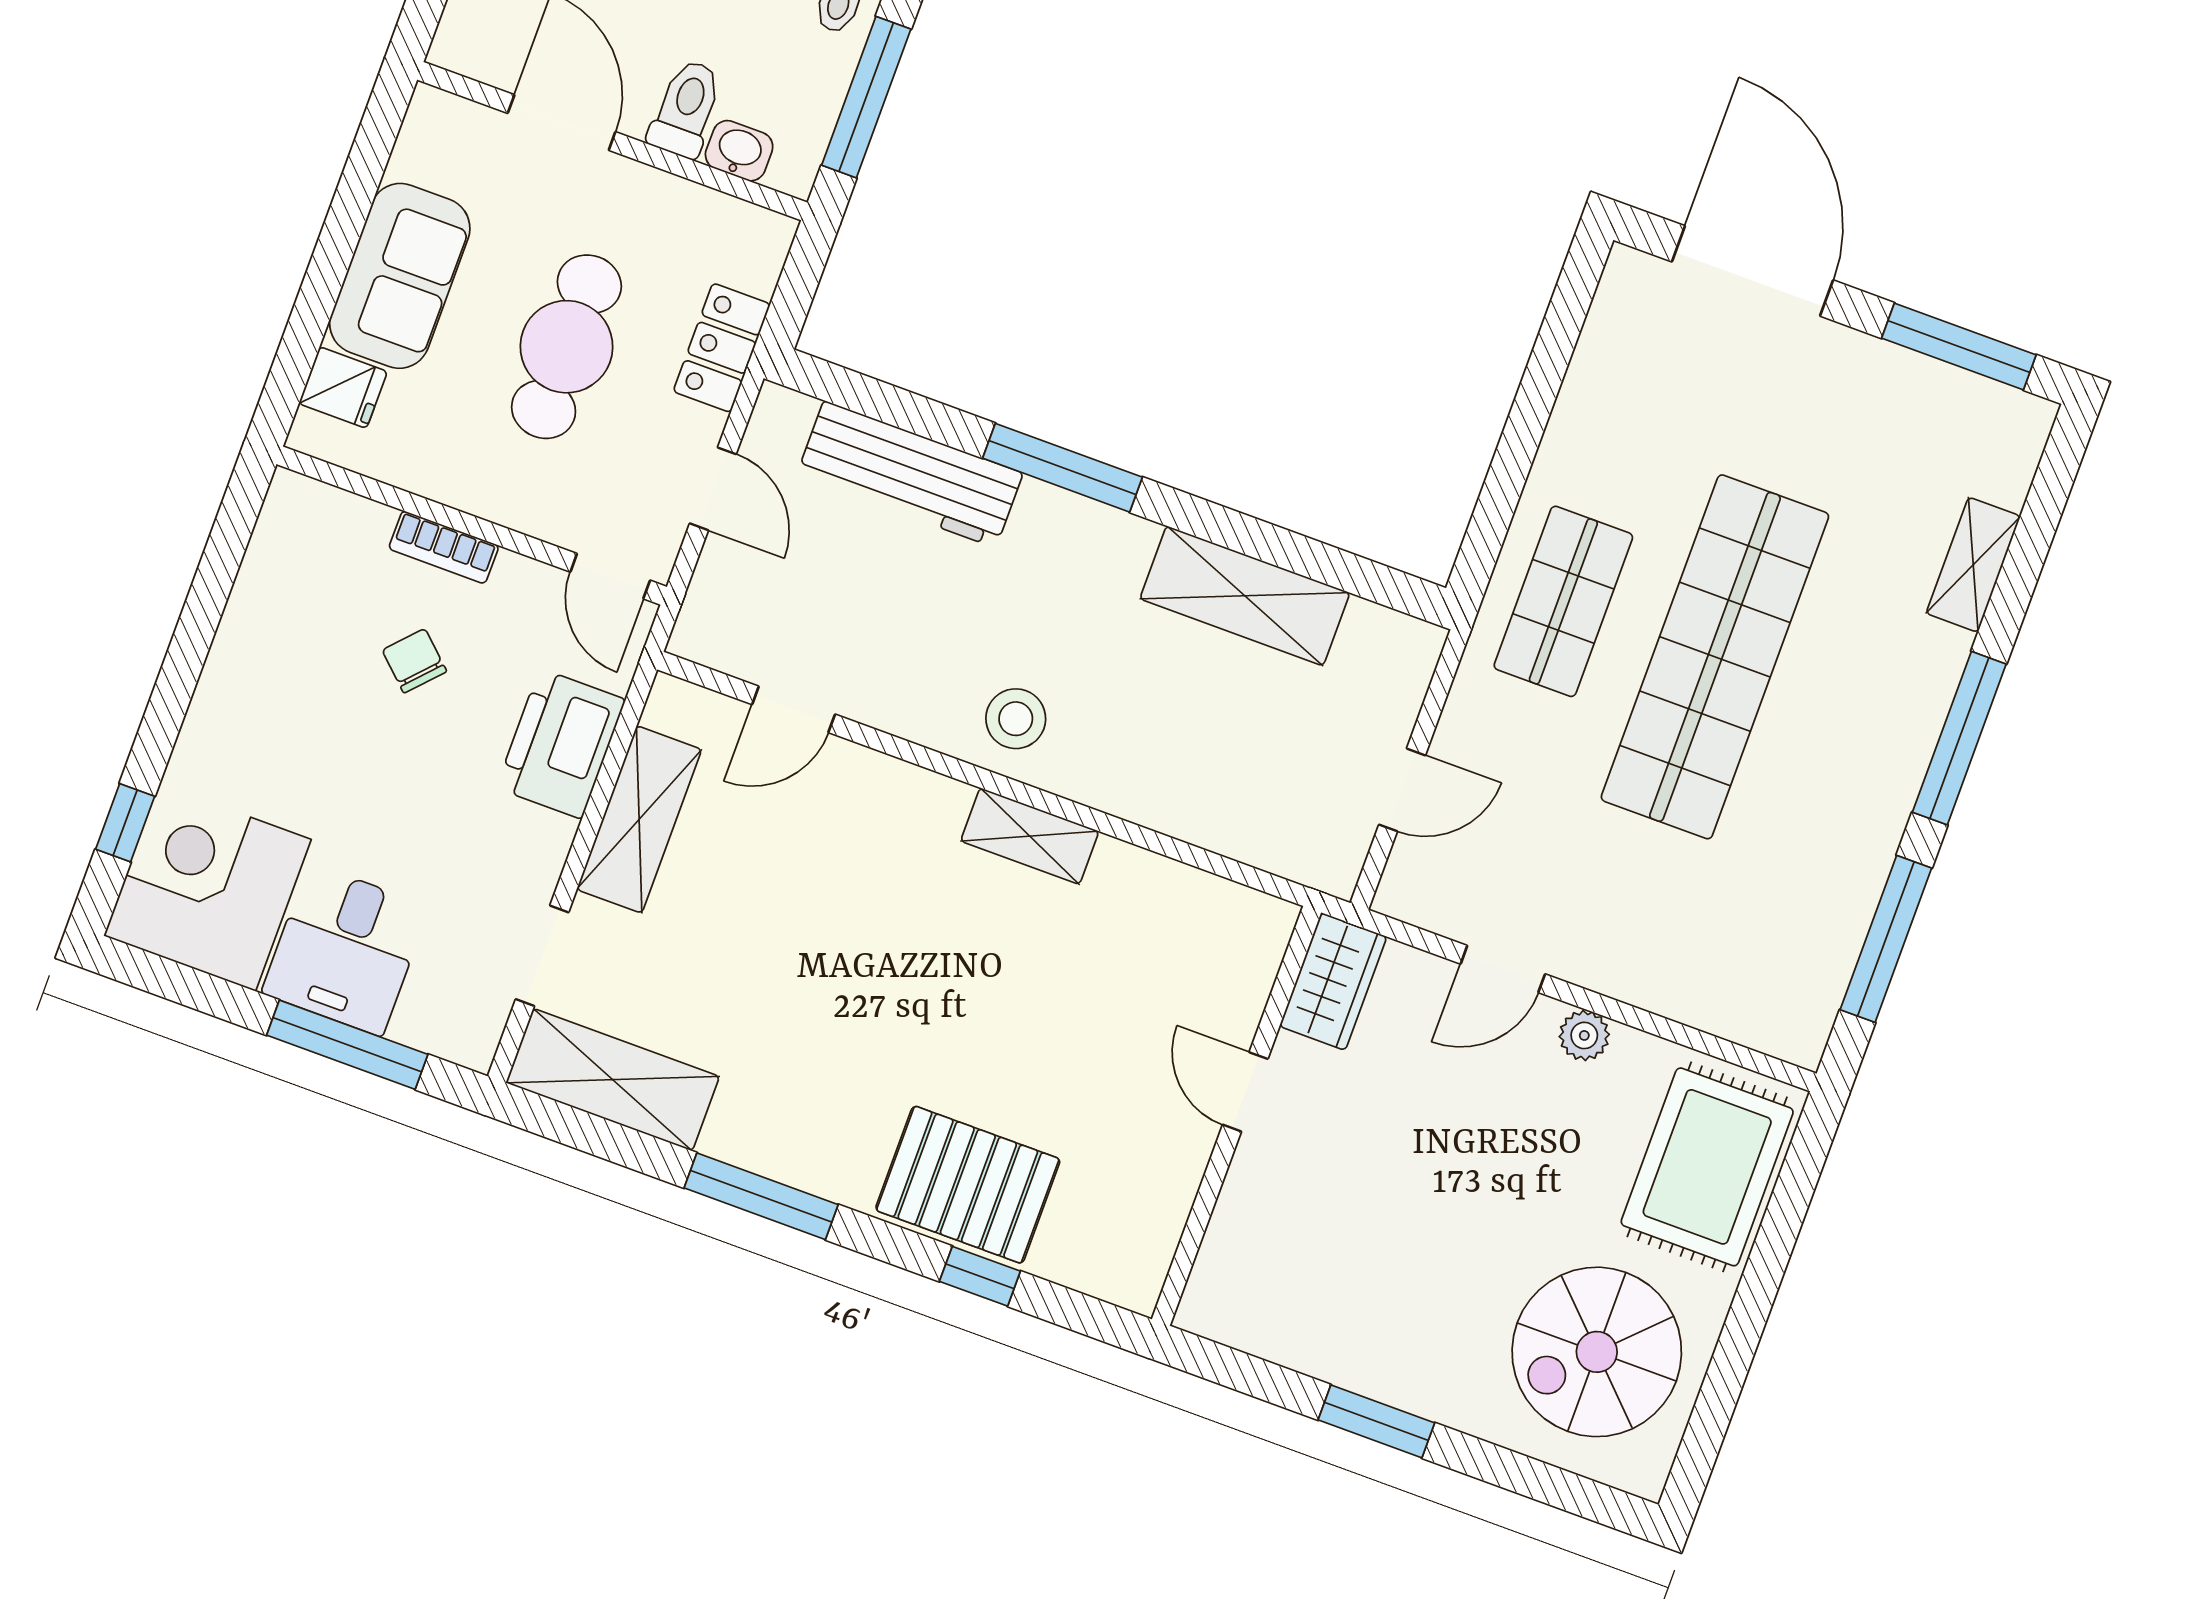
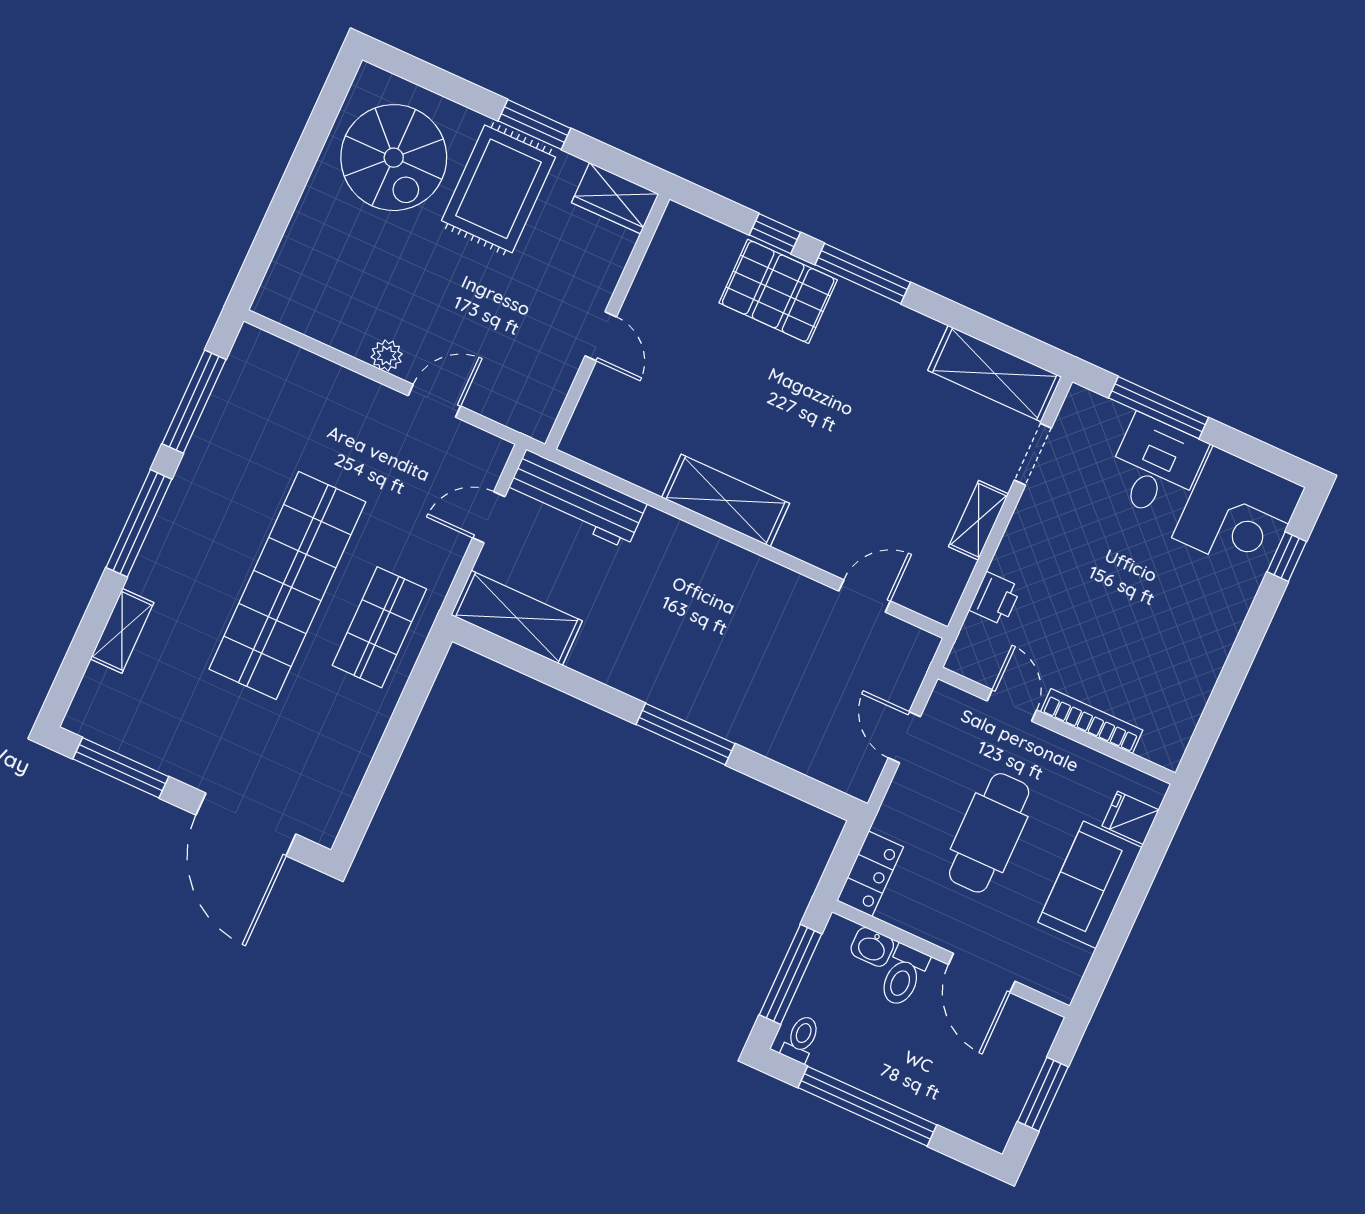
locker: (722, 348) -> (870, 874), moved
workbench: (910, 474) -> (576, 499), moved, turned 180
bookcase: (444, 547) -> (1092, 721), width x1.56
door: (610, 576) -> (1012, 705), moved
shelving: (1245, 596) -> (517, 618), moved
chair: (414, 661) -> (1099, 644), removed
stool: (1016, 719) -> (726, 580), removed
printer: (561, 744) -> (995, 599), width x0.53, depth x0.68
shelving: (639, 819) -> (978, 520), width x0.67, depth x0.75
shelving: (1030, 836) -> (726, 500), width x1.50, depth x1.33
wardrobe: (1333, 981) -> (615, 198), moved, turned -90
rug: (1707, 1167) -> (498, 189), moved
window: (761, 1196) -> (863, 273), moved
spiral stairs: (1597, 1352) -> (394, 158), turned 90

